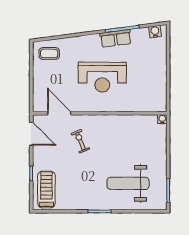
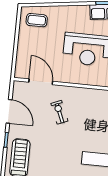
door: (31, 134) -> (9, 111), moved

